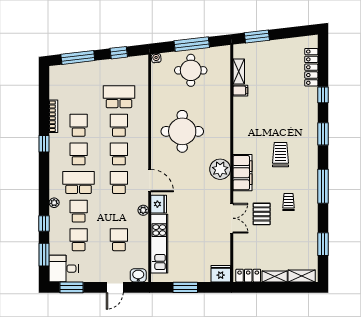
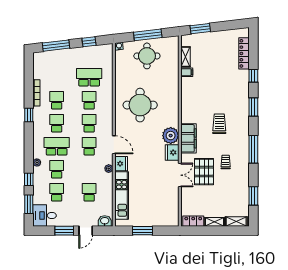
pallet: (262, 214) -> (204, 172), width x1.50, depth x1.42
fridge: (221, 274) -> (172, 152), moved, turned -90
window: (71, 287) -> (64, 231), moved

